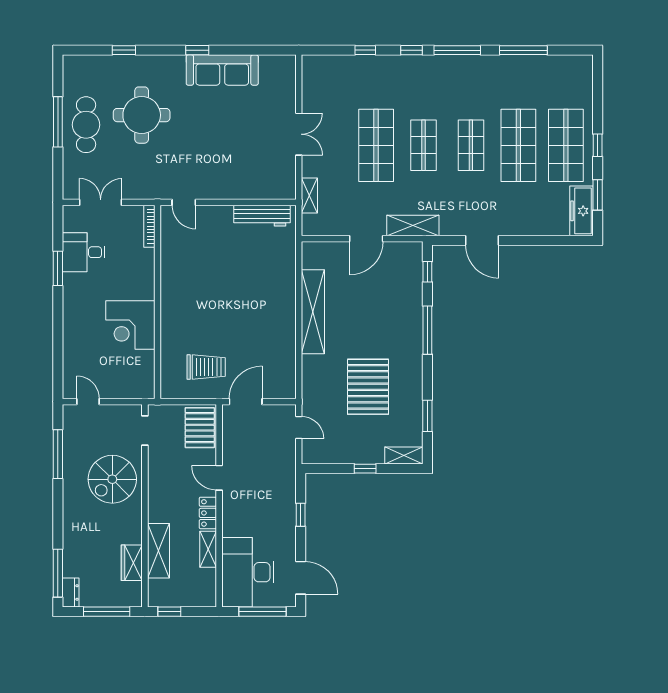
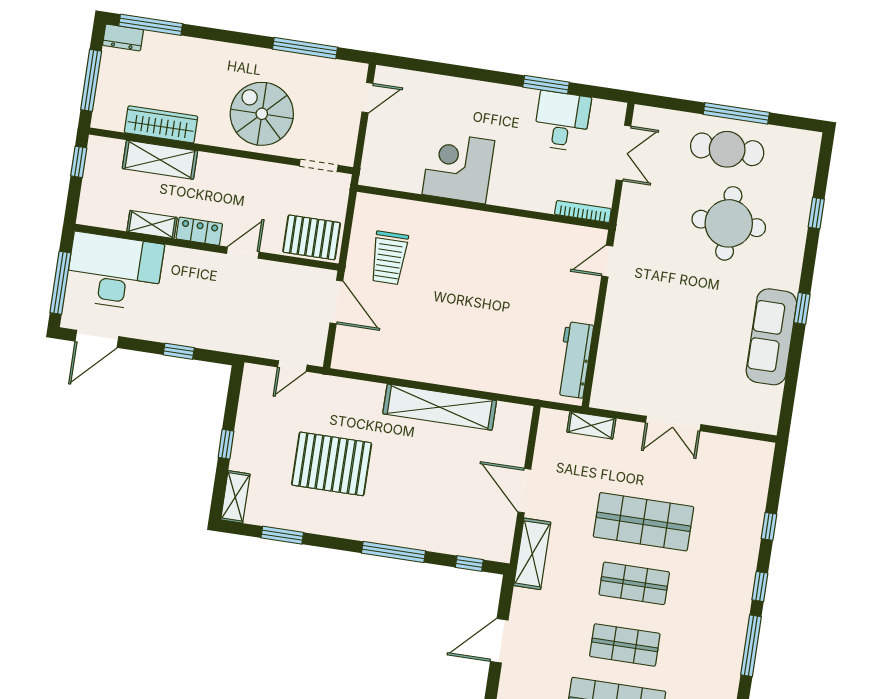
wardrobe: (132, 563) -> (161, 124), width x1.50

